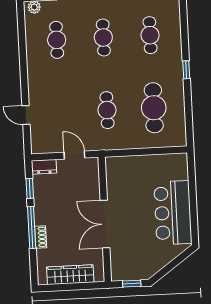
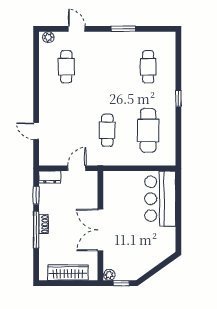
cafe table: (103, 38) -> (107, 67), removed
door: (74, 155) -> (77, 168), hinge flipped
bar counter: (173, 213) -> (160, 199), moved
shoe rack: (41, 237) -> (44, 224), moved
plant: (118, 275) -> (109, 275), added

